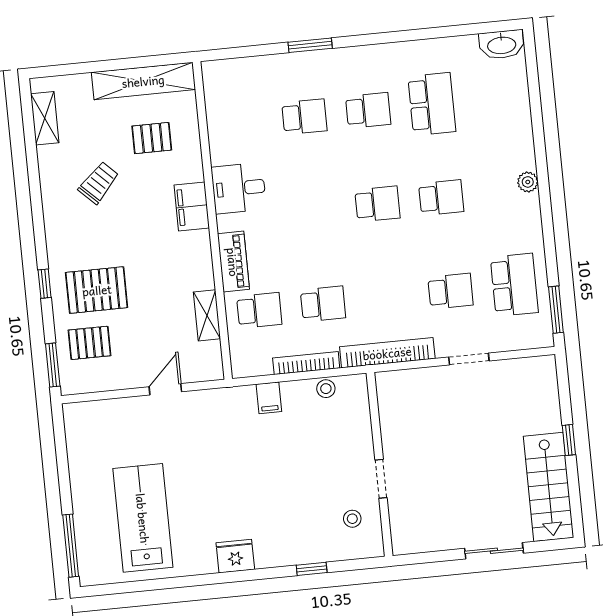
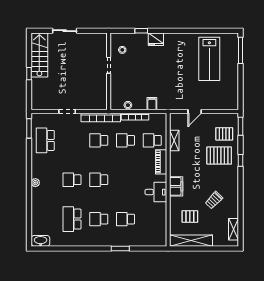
school desk: (451, 291) -> (99, 140), moved
fridge: (235, 556) -> (156, 39), moved

